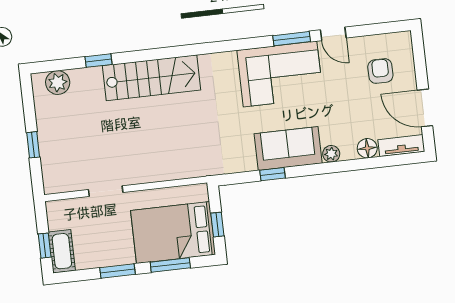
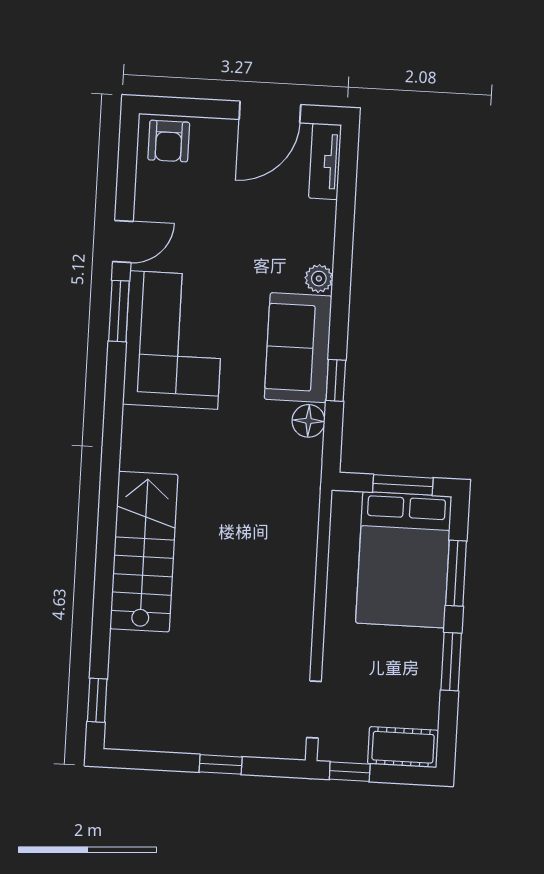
window: (98, 61) -> (97, 700), moved
armchair: (380, 71) -> (169, 141), moved, turned -90
plant: (58, 83) -> (125, 707), removed
floor lamp: (367, 148) -> (308, 421), moved
doorway: (106, 191) -> (314, 709), moved
window: (217, 225) -> (403, 485), width x1.50
window: (45, 246) -> (350, 772), moved

